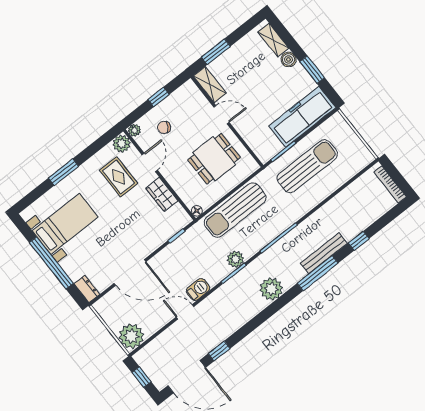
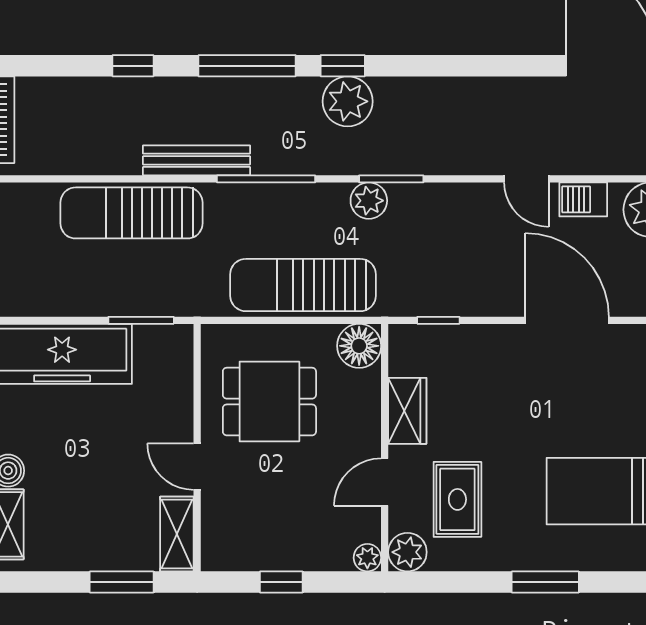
chair: (164, 127) -> (313, 523), removed
sun lounger: (307, 166) -> (131, 213), moved
sun lounger: (235, 210) -> (303, 285), turned 180
floor lamp: (197, 211) -> (359, 346), width x1.89, depth x1.89
bench: (324, 253) -> (196, 160), moved
barbecue: (198, 289) -> (583, 199), moved
window: (219, 351) -> (343, 66), moved

